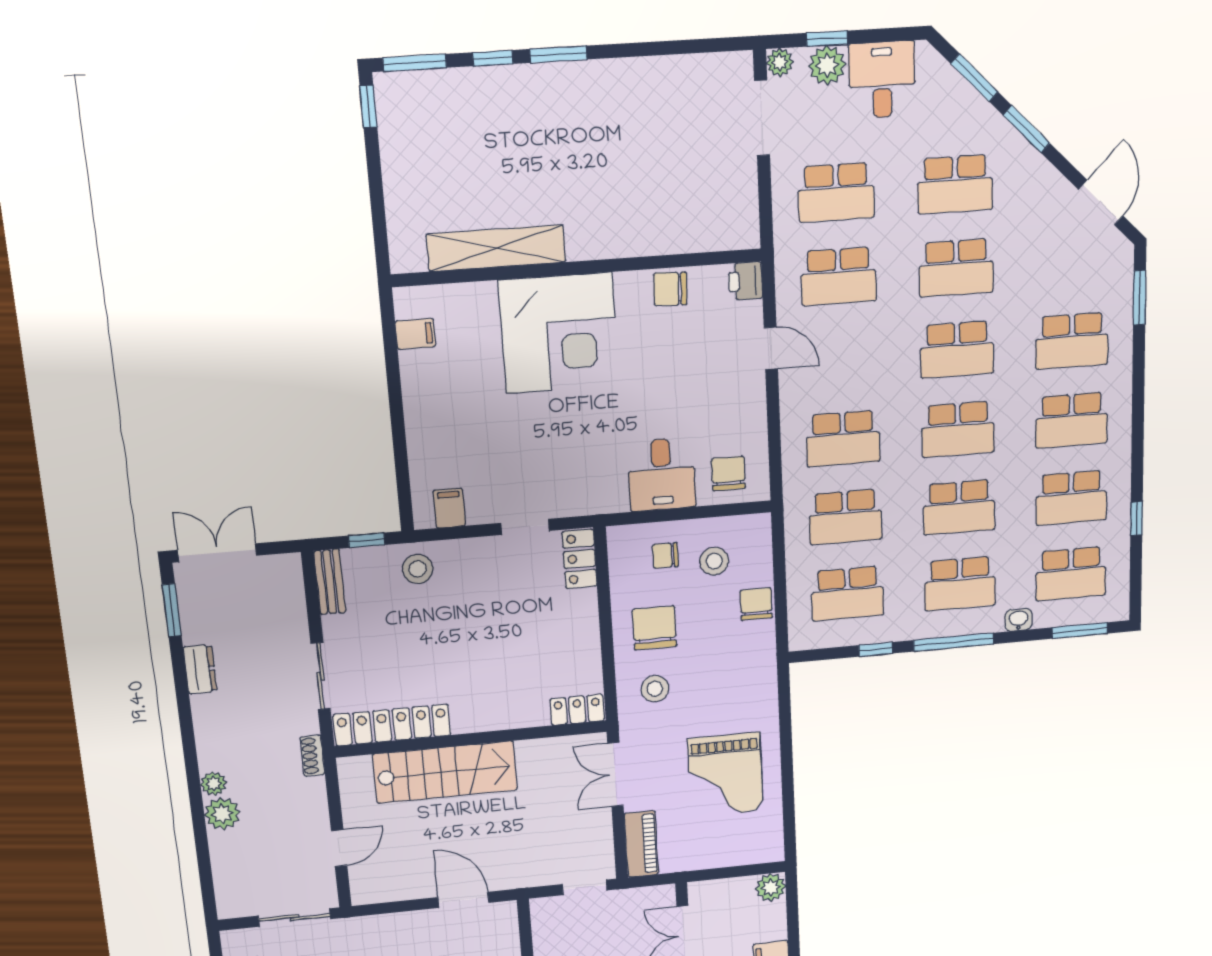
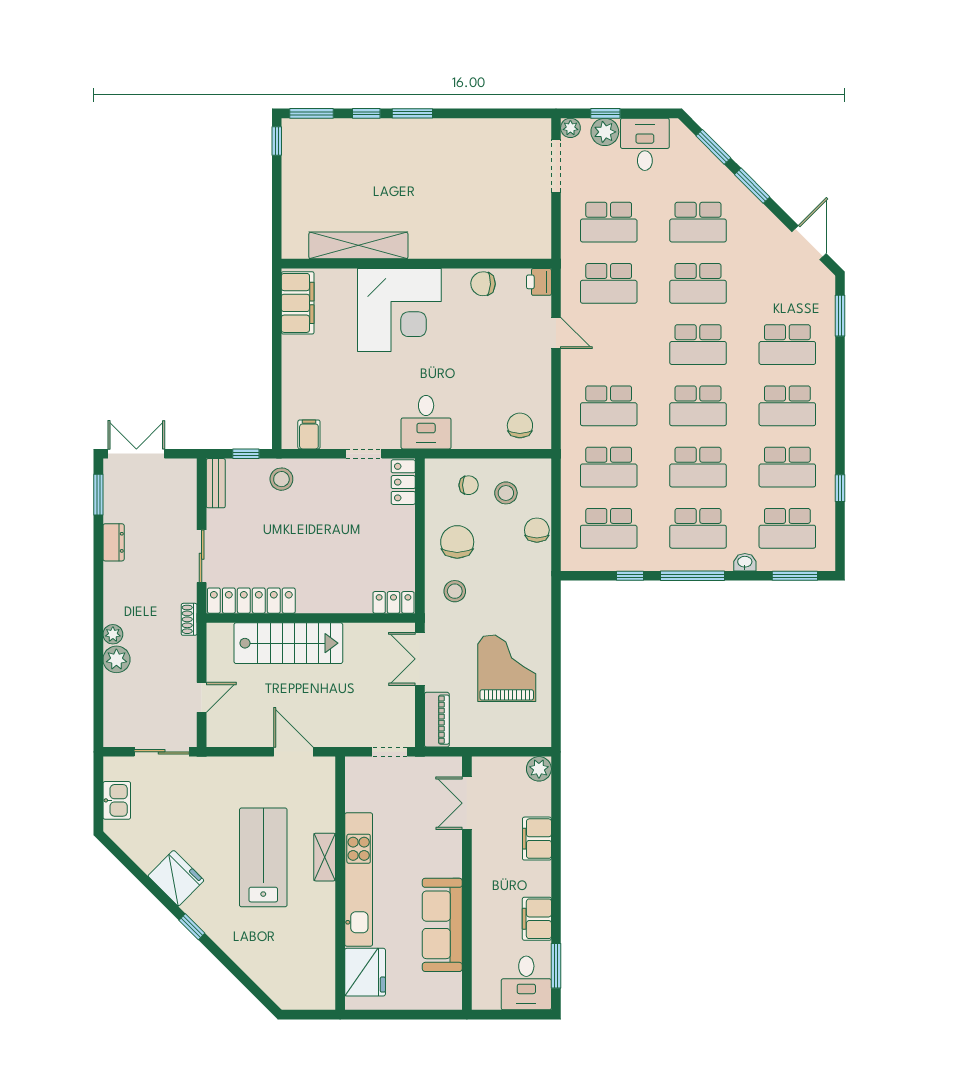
filing cabinet: (415, 334) -> (298, 303), width x3.00, depth x1.17
desk: (662, 475) -> (426, 422), moved
chair: (665, 555) -> (469, 485), turned 180
grand piano: (726, 775) -> (507, 668), turned 180

